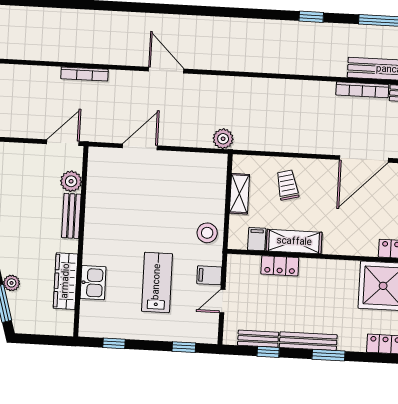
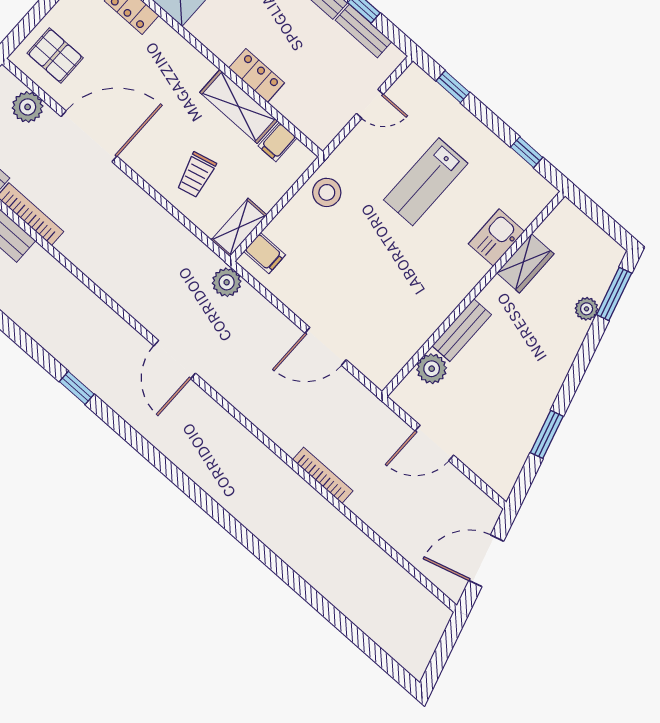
window: (311, 17) -> (77, 388), moved
door: (166, 70) -> (175, 360), moved
door: (63, 143) -> (434, 443), moved
shelving: (239, 194) -> (239, 227), moved
locker: (280, 266) -> (257, 76), moved
filing cabinet: (209, 275) -> (265, 253), moved
wardrobe: (66, 281) -> (525, 263), width x0.67

